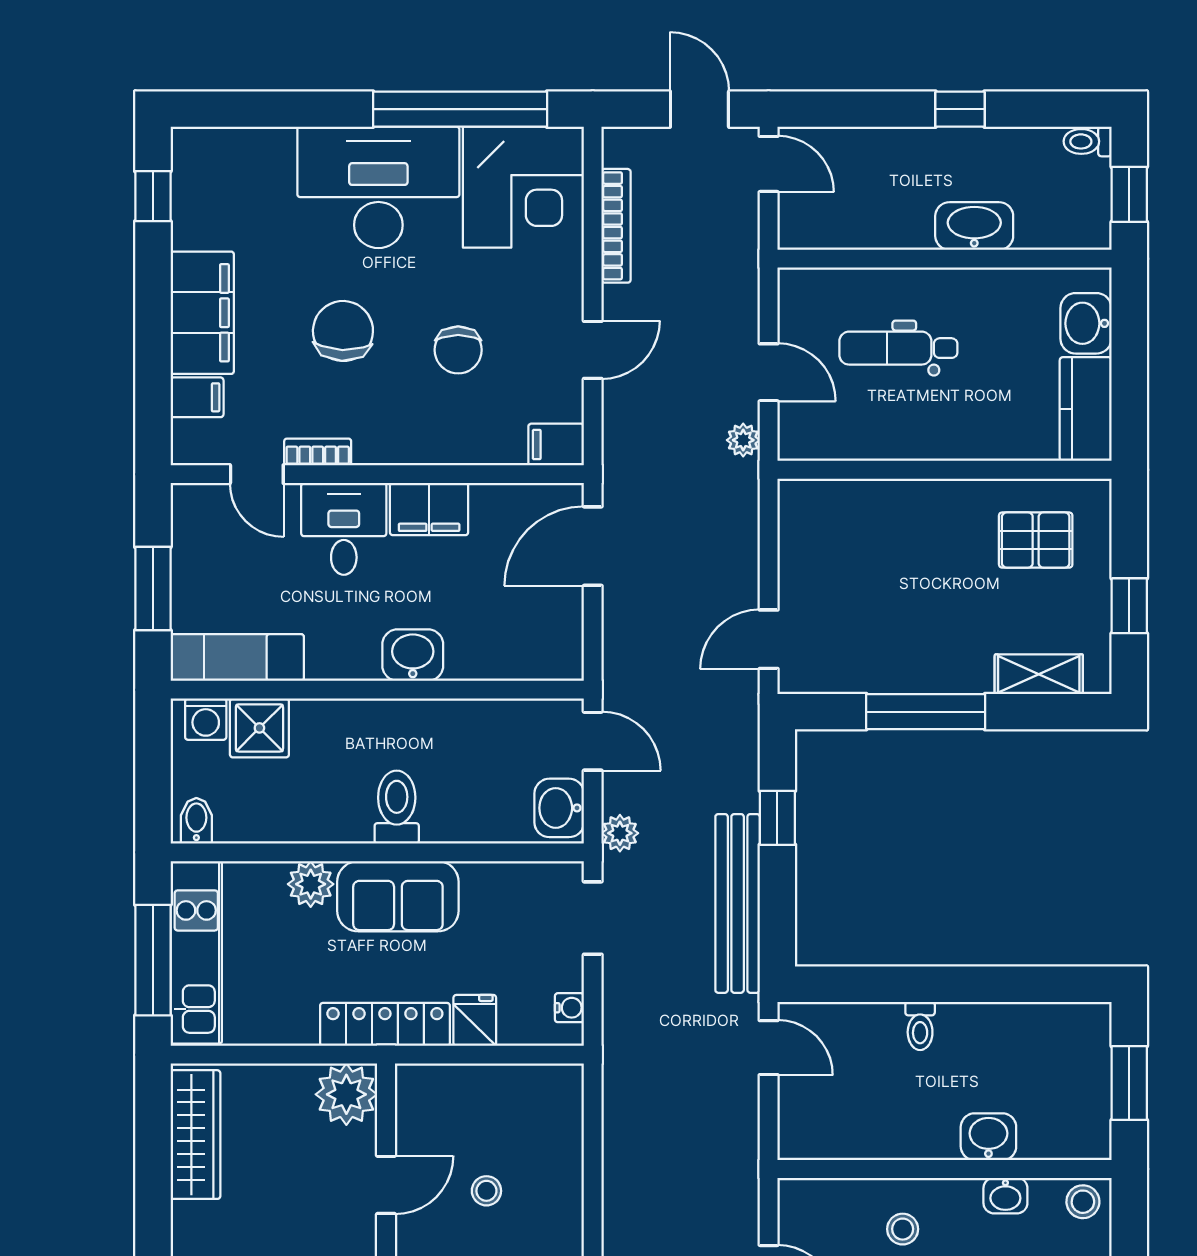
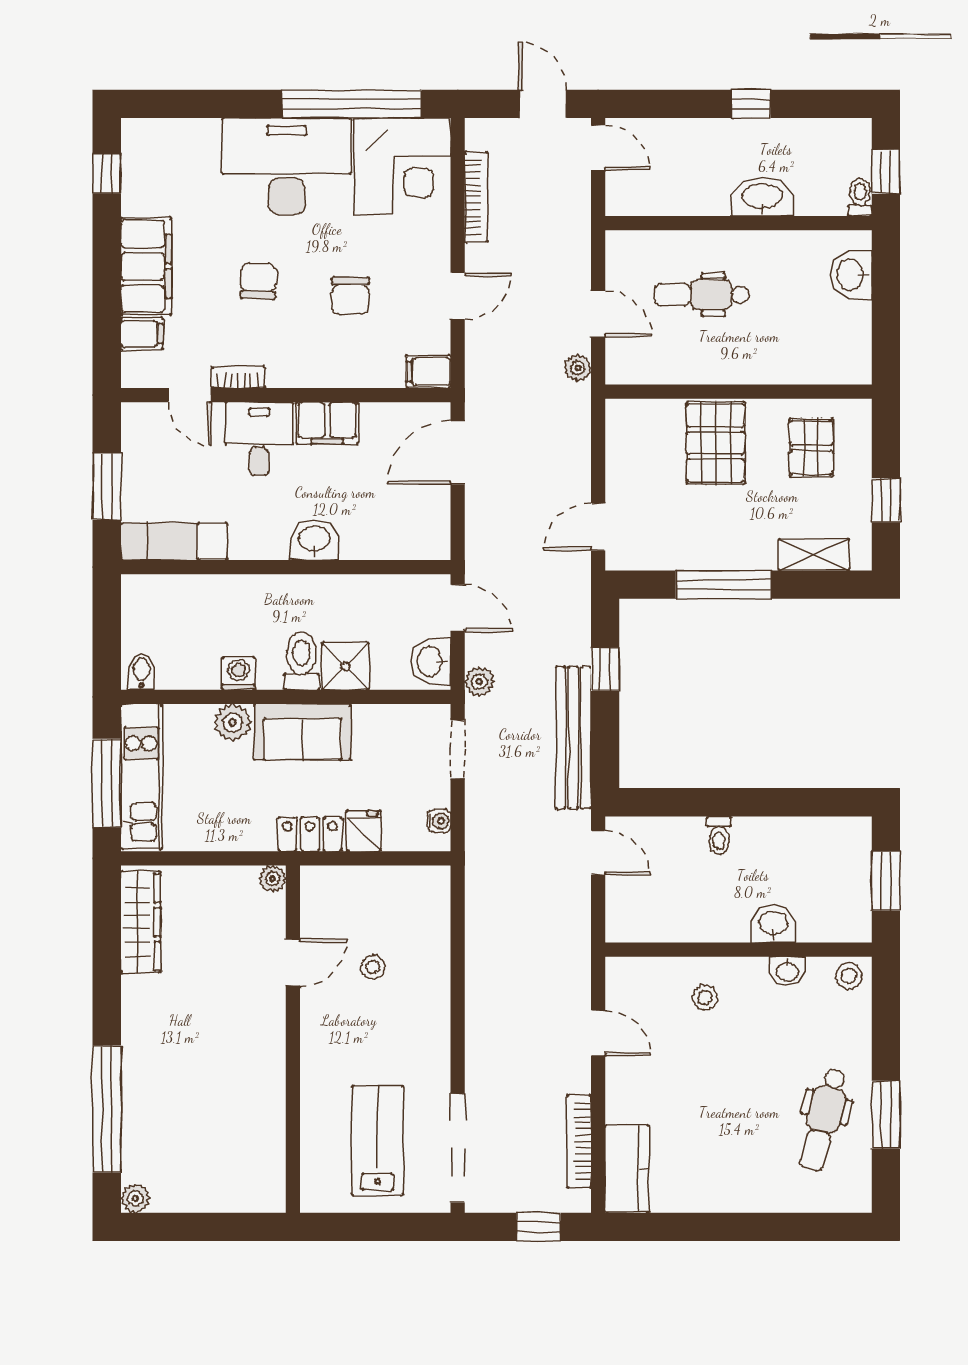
toilet: (1088, 141) -> (860, 197), moved, turned 90
chair: (343, 331) -> (258, 281), width x0.73, depth x0.73
kitchen counter: (1086, 409) -> (851, 343), removed
pallet: (916, 534) -> (716, 443), added
pallet: (1036, 540) -> (811, 448), turned 90
washing machine: (206, 719) -> (239, 673), moved, turned 180
shower: (259, 728) -> (345, 666), moved
locker: (385, 1024) -> (310, 834), width x0.66
plant: (346, 1094) -> (273, 879), width x0.53, depth x0.53

